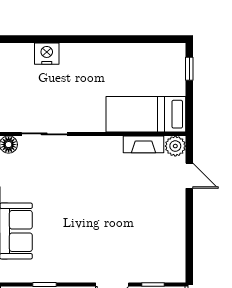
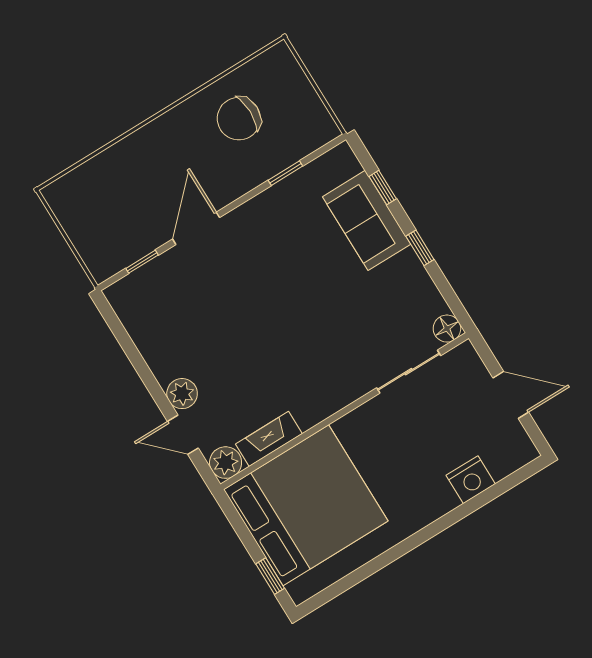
bed: (146, 114) -> (306, 505), width x2.04
plant: (176, 199) -> (182, 394), added

